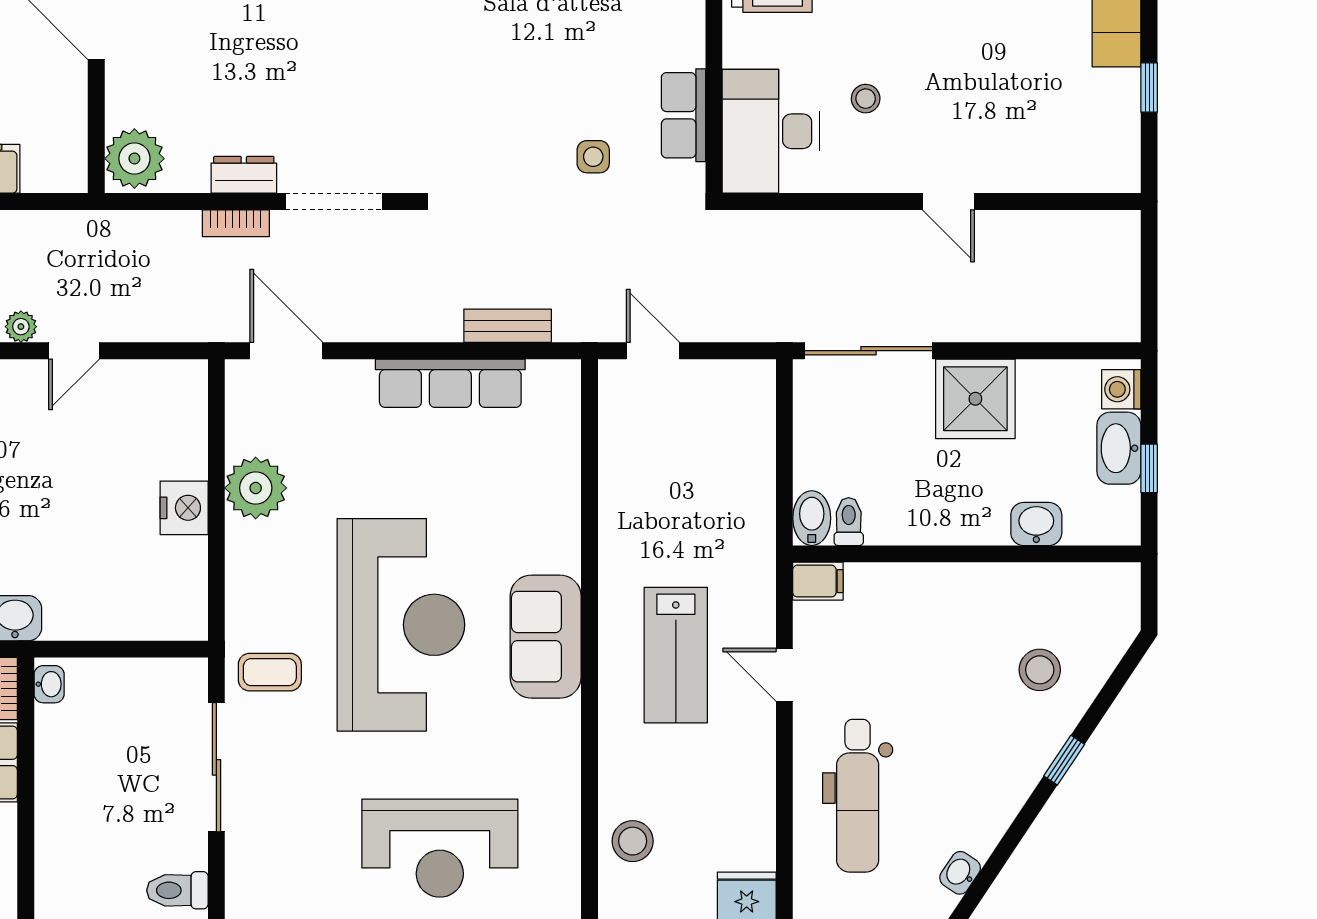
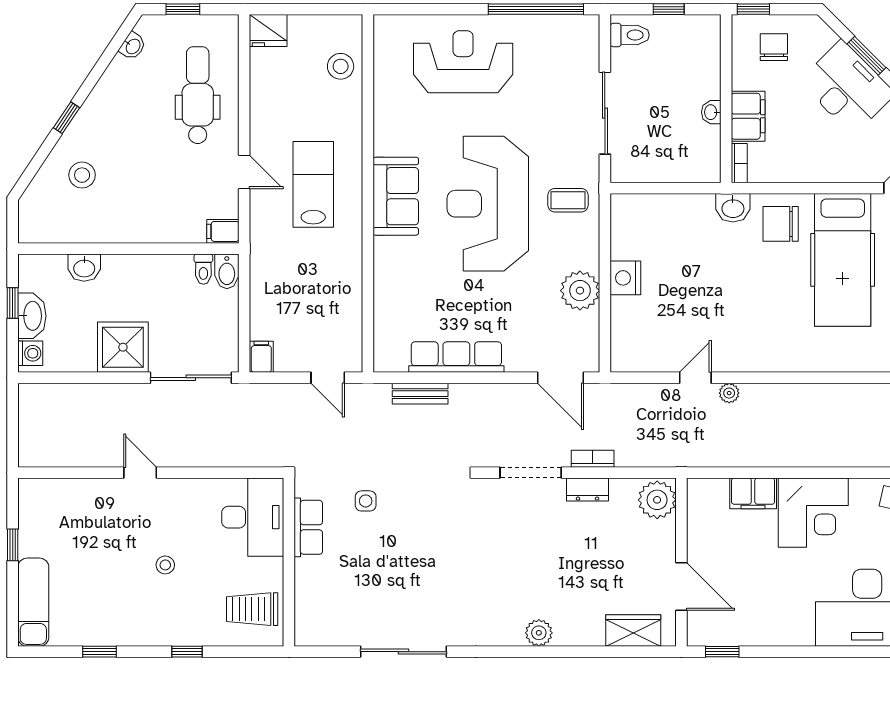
stool: (866, 99) -> (165, 565), moved
filing cabinet: (758, 384) -> (261, 357), added
coffee table: (270, 672) -> (568, 200), moved
washbasin: (49, 684) -> (711, 112), moved

